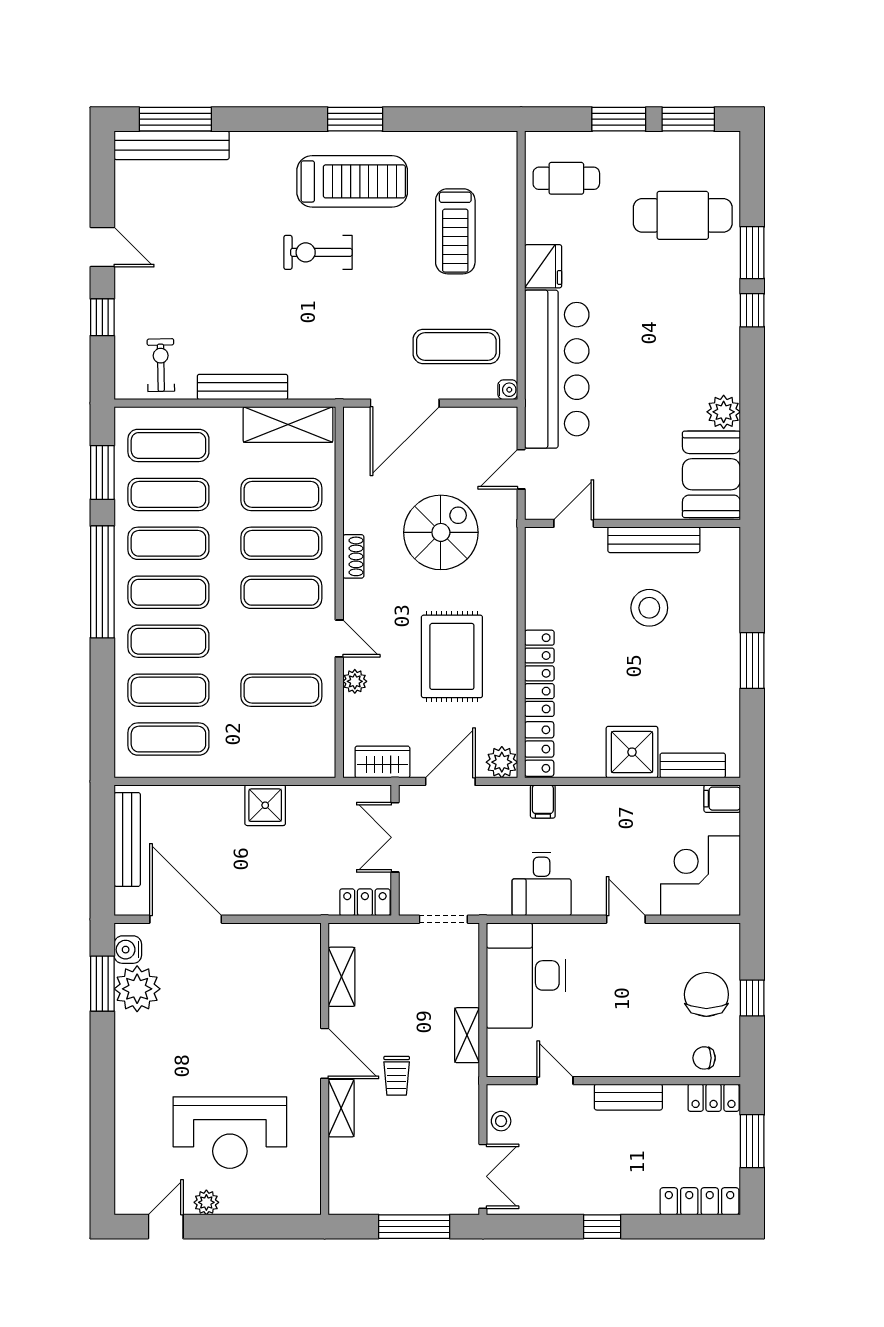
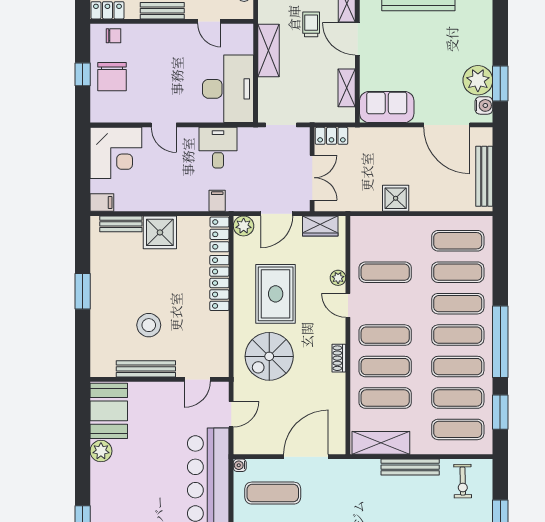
spiral stairs: (441, 532) -> (269, 356), moved
sofa: (279, 947) -> (387, 107), added
shelving: (467, 1035) -> (268, 50), width x1.50, depth x1.33

